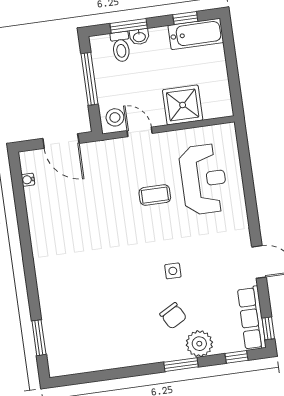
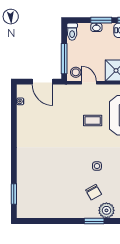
window: (129, 26) -> (101, 20), moved
toilet: (121, 47) -> (72, 32), moved
window: (89, 79) -> (64, 59), moved

